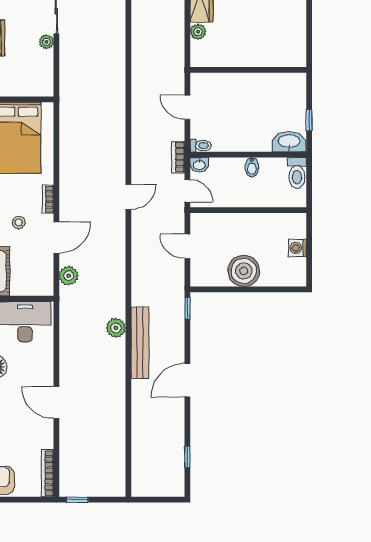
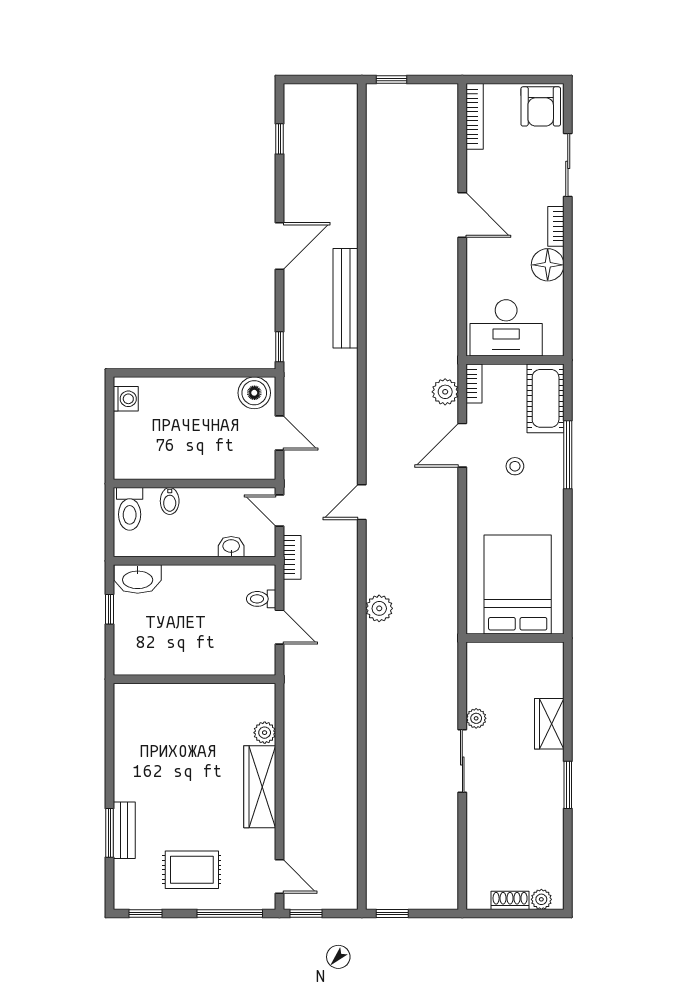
toilet: (201, 146) -> (261, 599), moved
washbasin: (199, 165) -> (231, 547), moved
bidet: (252, 167) -> (170, 501), moved, turned 180
toilet: (297, 173) -> (130, 509), moved, turned 180
bookcase: (48, 199) -> (474, 383), moved
washing machine: (297, 248) -> (126, 399), moved
boiler: (244, 271) -> (254, 393), moved, width x0.73, depth x0.73
plant: (116, 328) -> (379, 608), moved
window: (77, 500) -> (392, 79), moved

